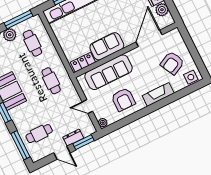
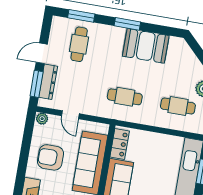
door: (87, 107) -> (70, 115), swing flipped
dresser: (73, 138) -> (48, 82), width x1.44
window: (20, 145) -> (81, 16), width x0.69

